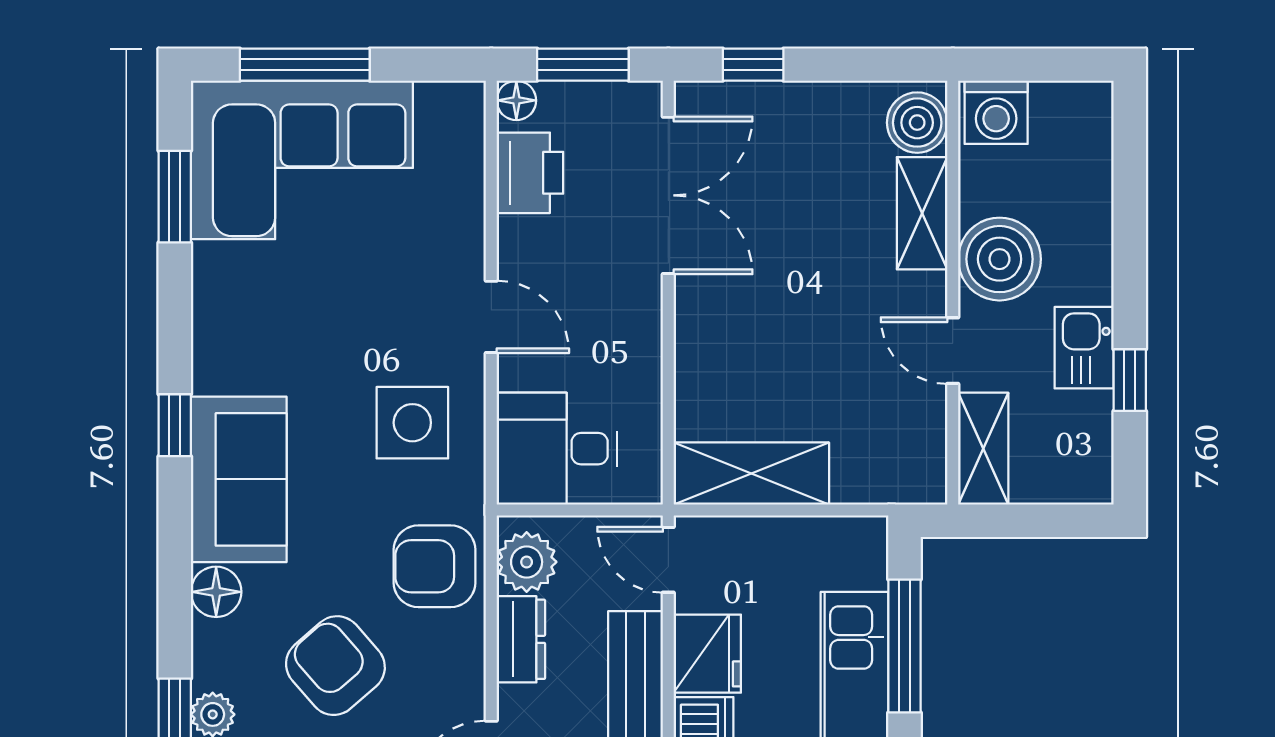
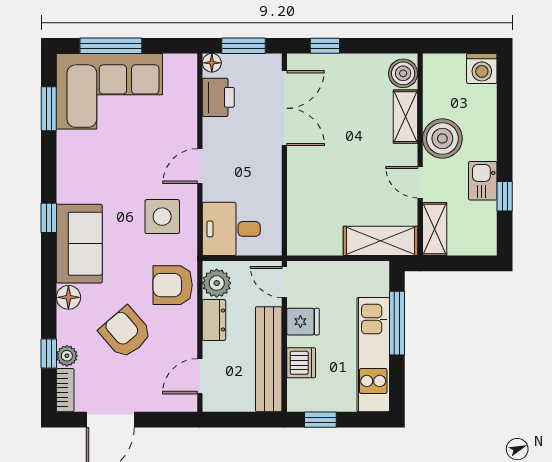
washing machine: (996, 112) -> (482, 68), moved
door: (491, 317) -> (200, 166), swing flipped
shelving: (751, 474) -> (380, 241), moved
fridge: (707, 654) -> (303, 322), width x0.72

